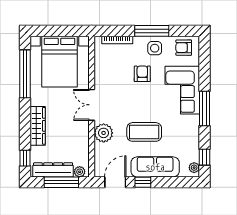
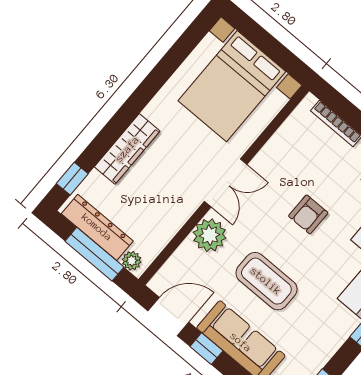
window: (25, 74) -> (170, 63), removed
armchair: (142, 74) -> (308, 214), moved, turned 180
double door: (92, 105) -> (226, 183), swing flipped

